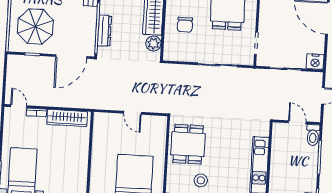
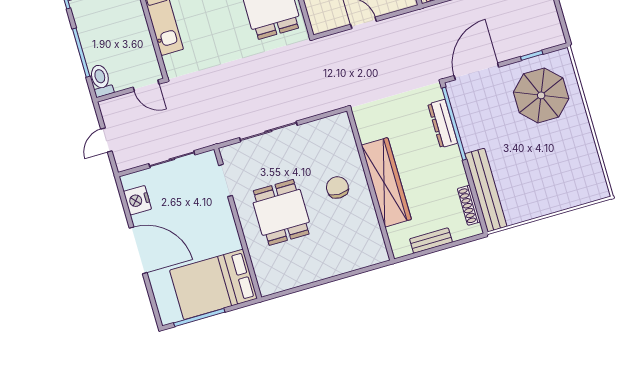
chair: (185, 25) -> (337, 187), moved
plant: (153, 44) -> (368, 130), removed
nightstand: (315, 62) -> (137, 200), moved, turned -90
door: (297, 122) -> (146, 86), moved

